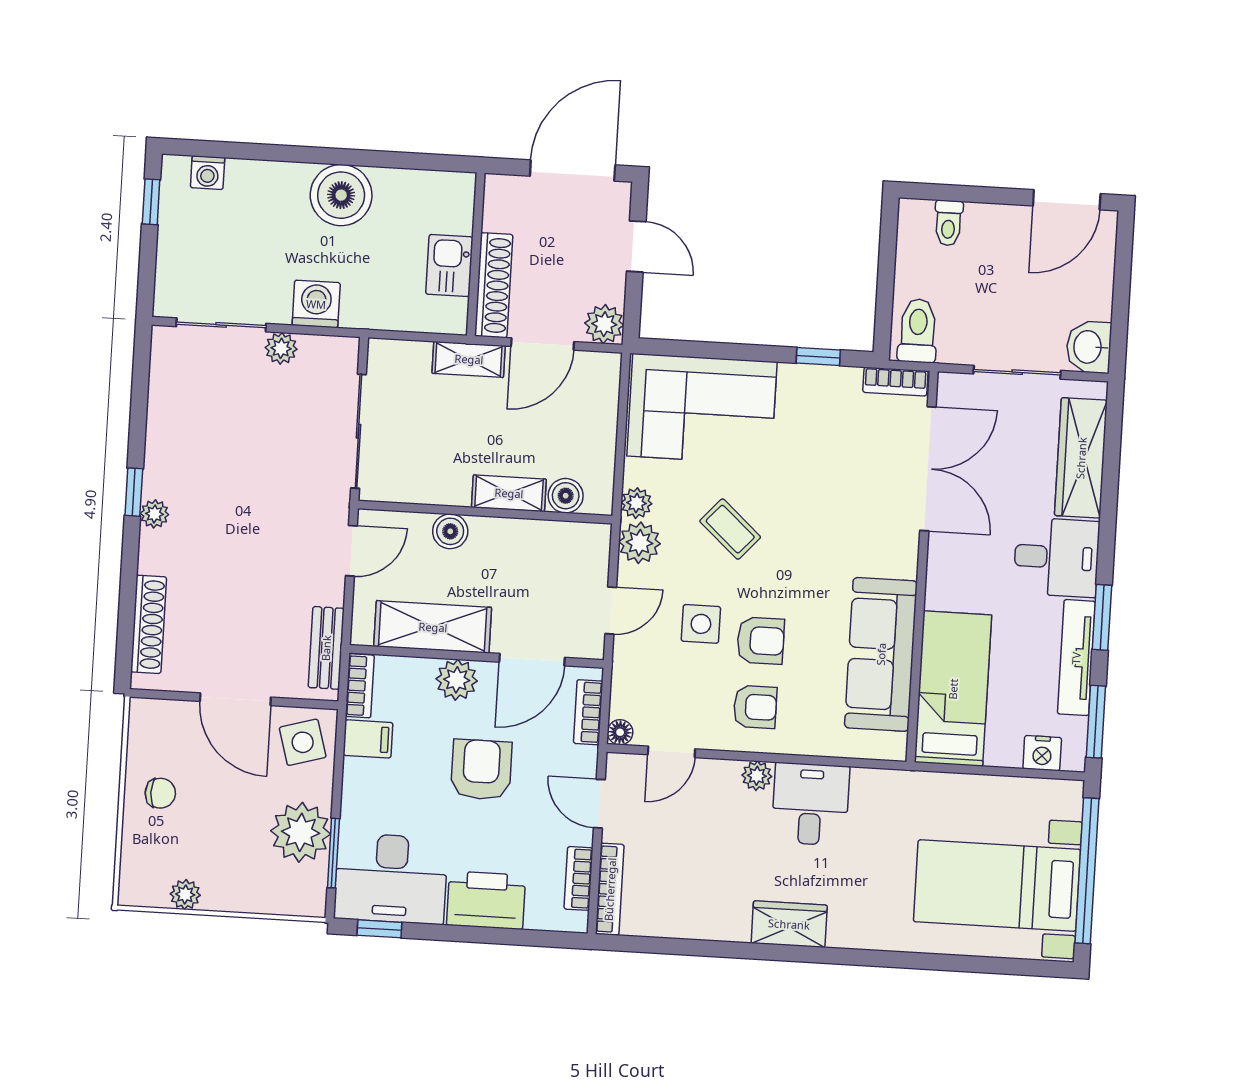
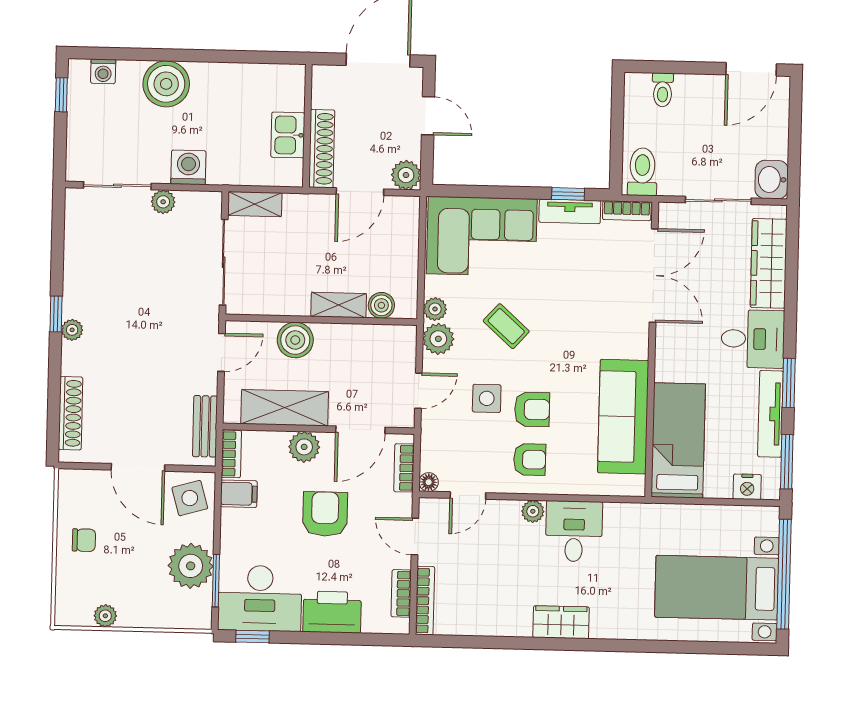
boiler: (341, 195) -> (166, 84), moved
shelving: (469, 359) -> (255, 204), moved
tv unit: (820, 380) -> (570, 211), added
boiler: (450, 531) -> (295, 340), width x1.36, depth x1.36

